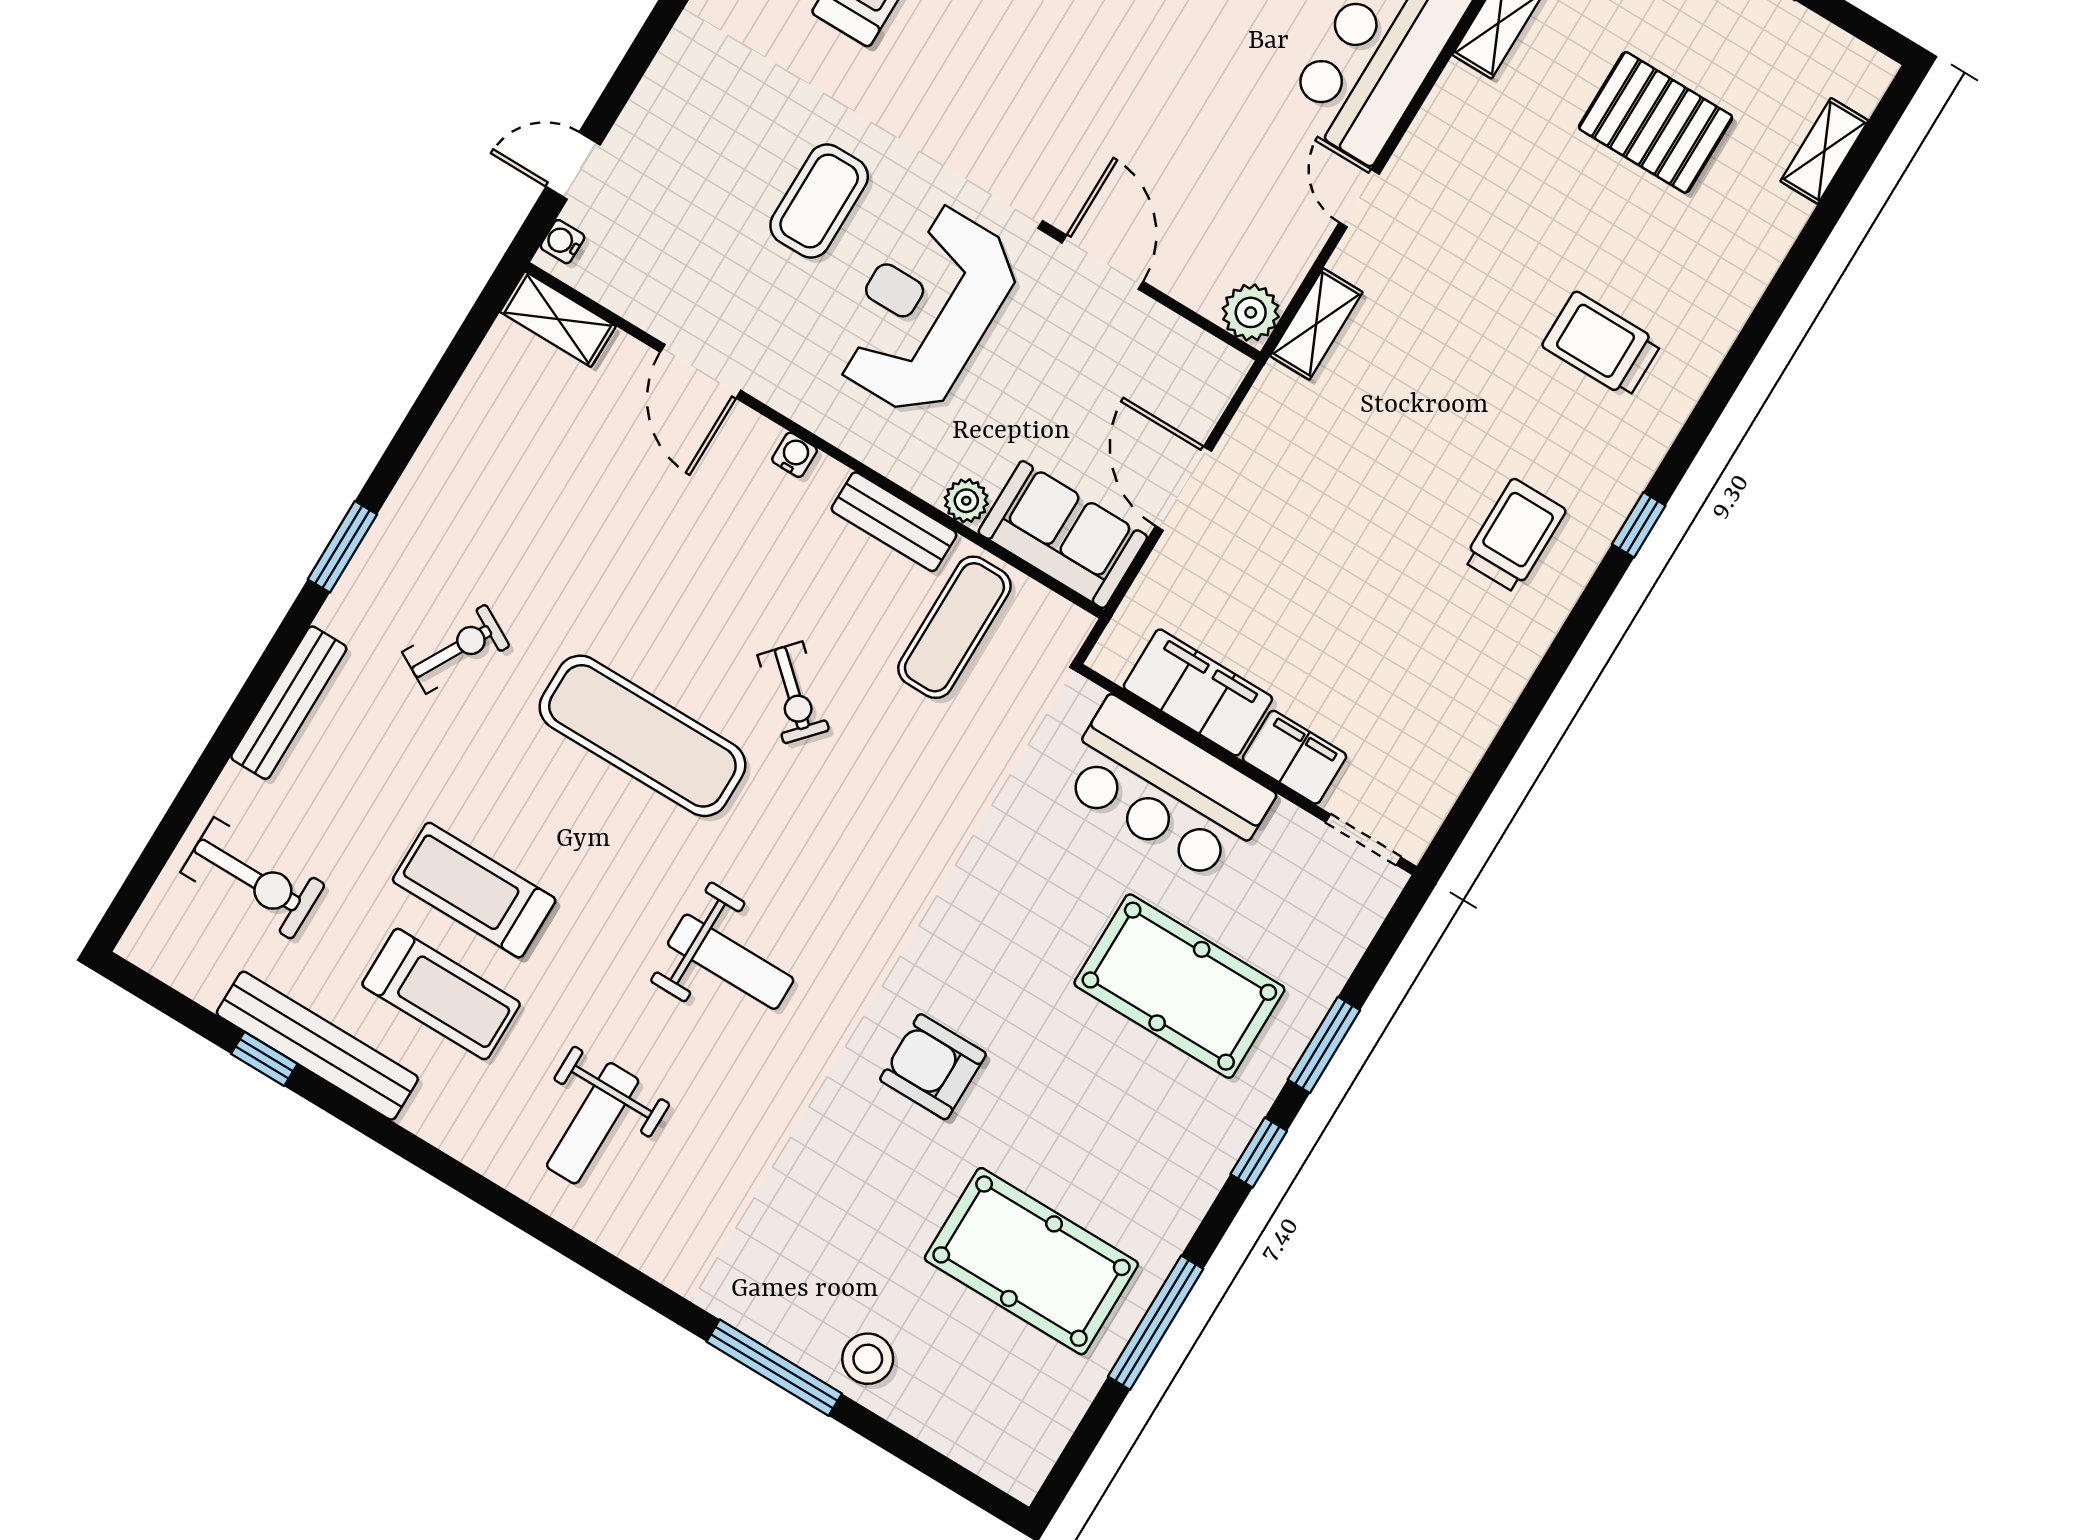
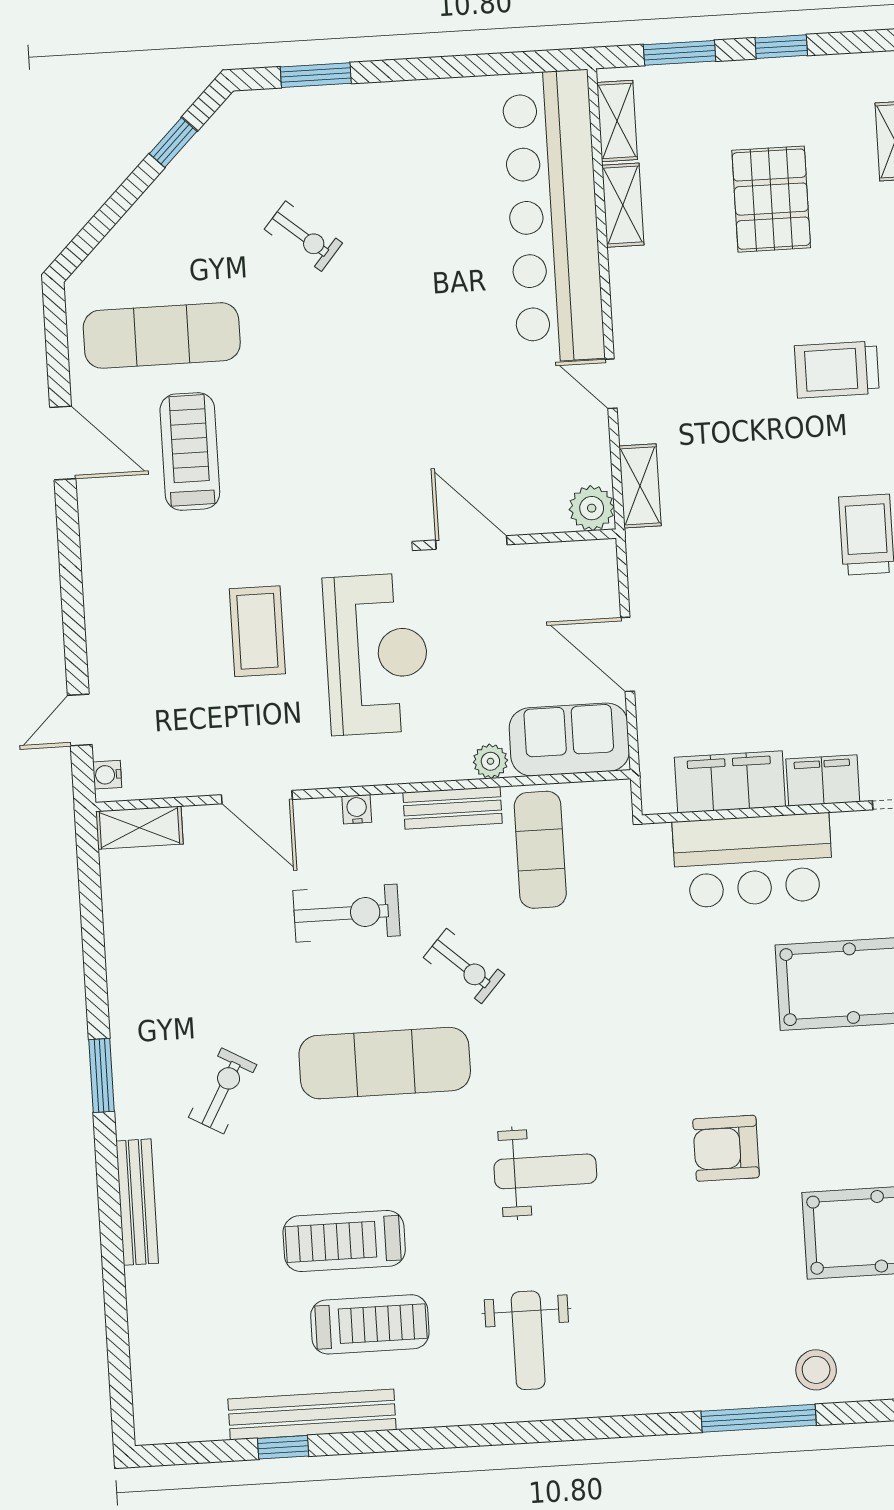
pallet: (1656, 122) -> (771, 199), turned 90
reception desk: (926, 309) -> (376, 654), turned 180
exercise bike: (253, 878) -> (346, 913), moved

